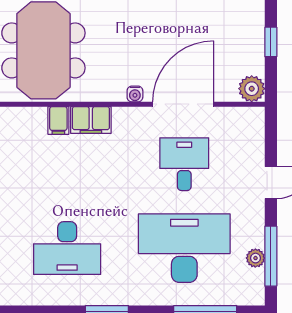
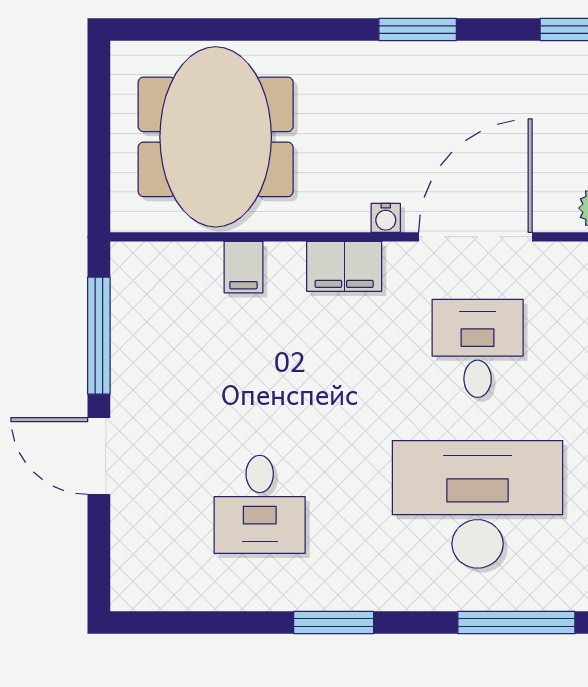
filing cabinet: (91, 120) -> (344, 266), moved
desk: (67, 248) -> (260, 504), width x0.73

